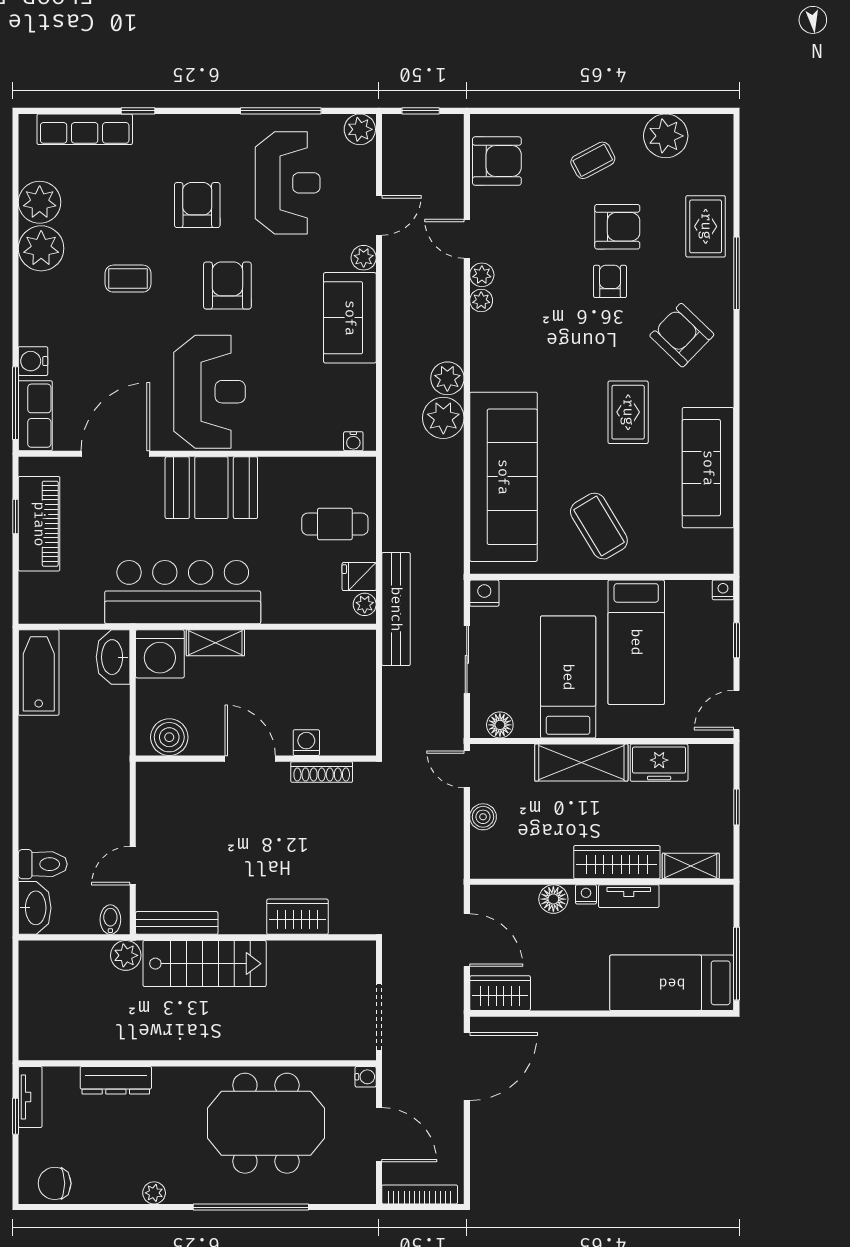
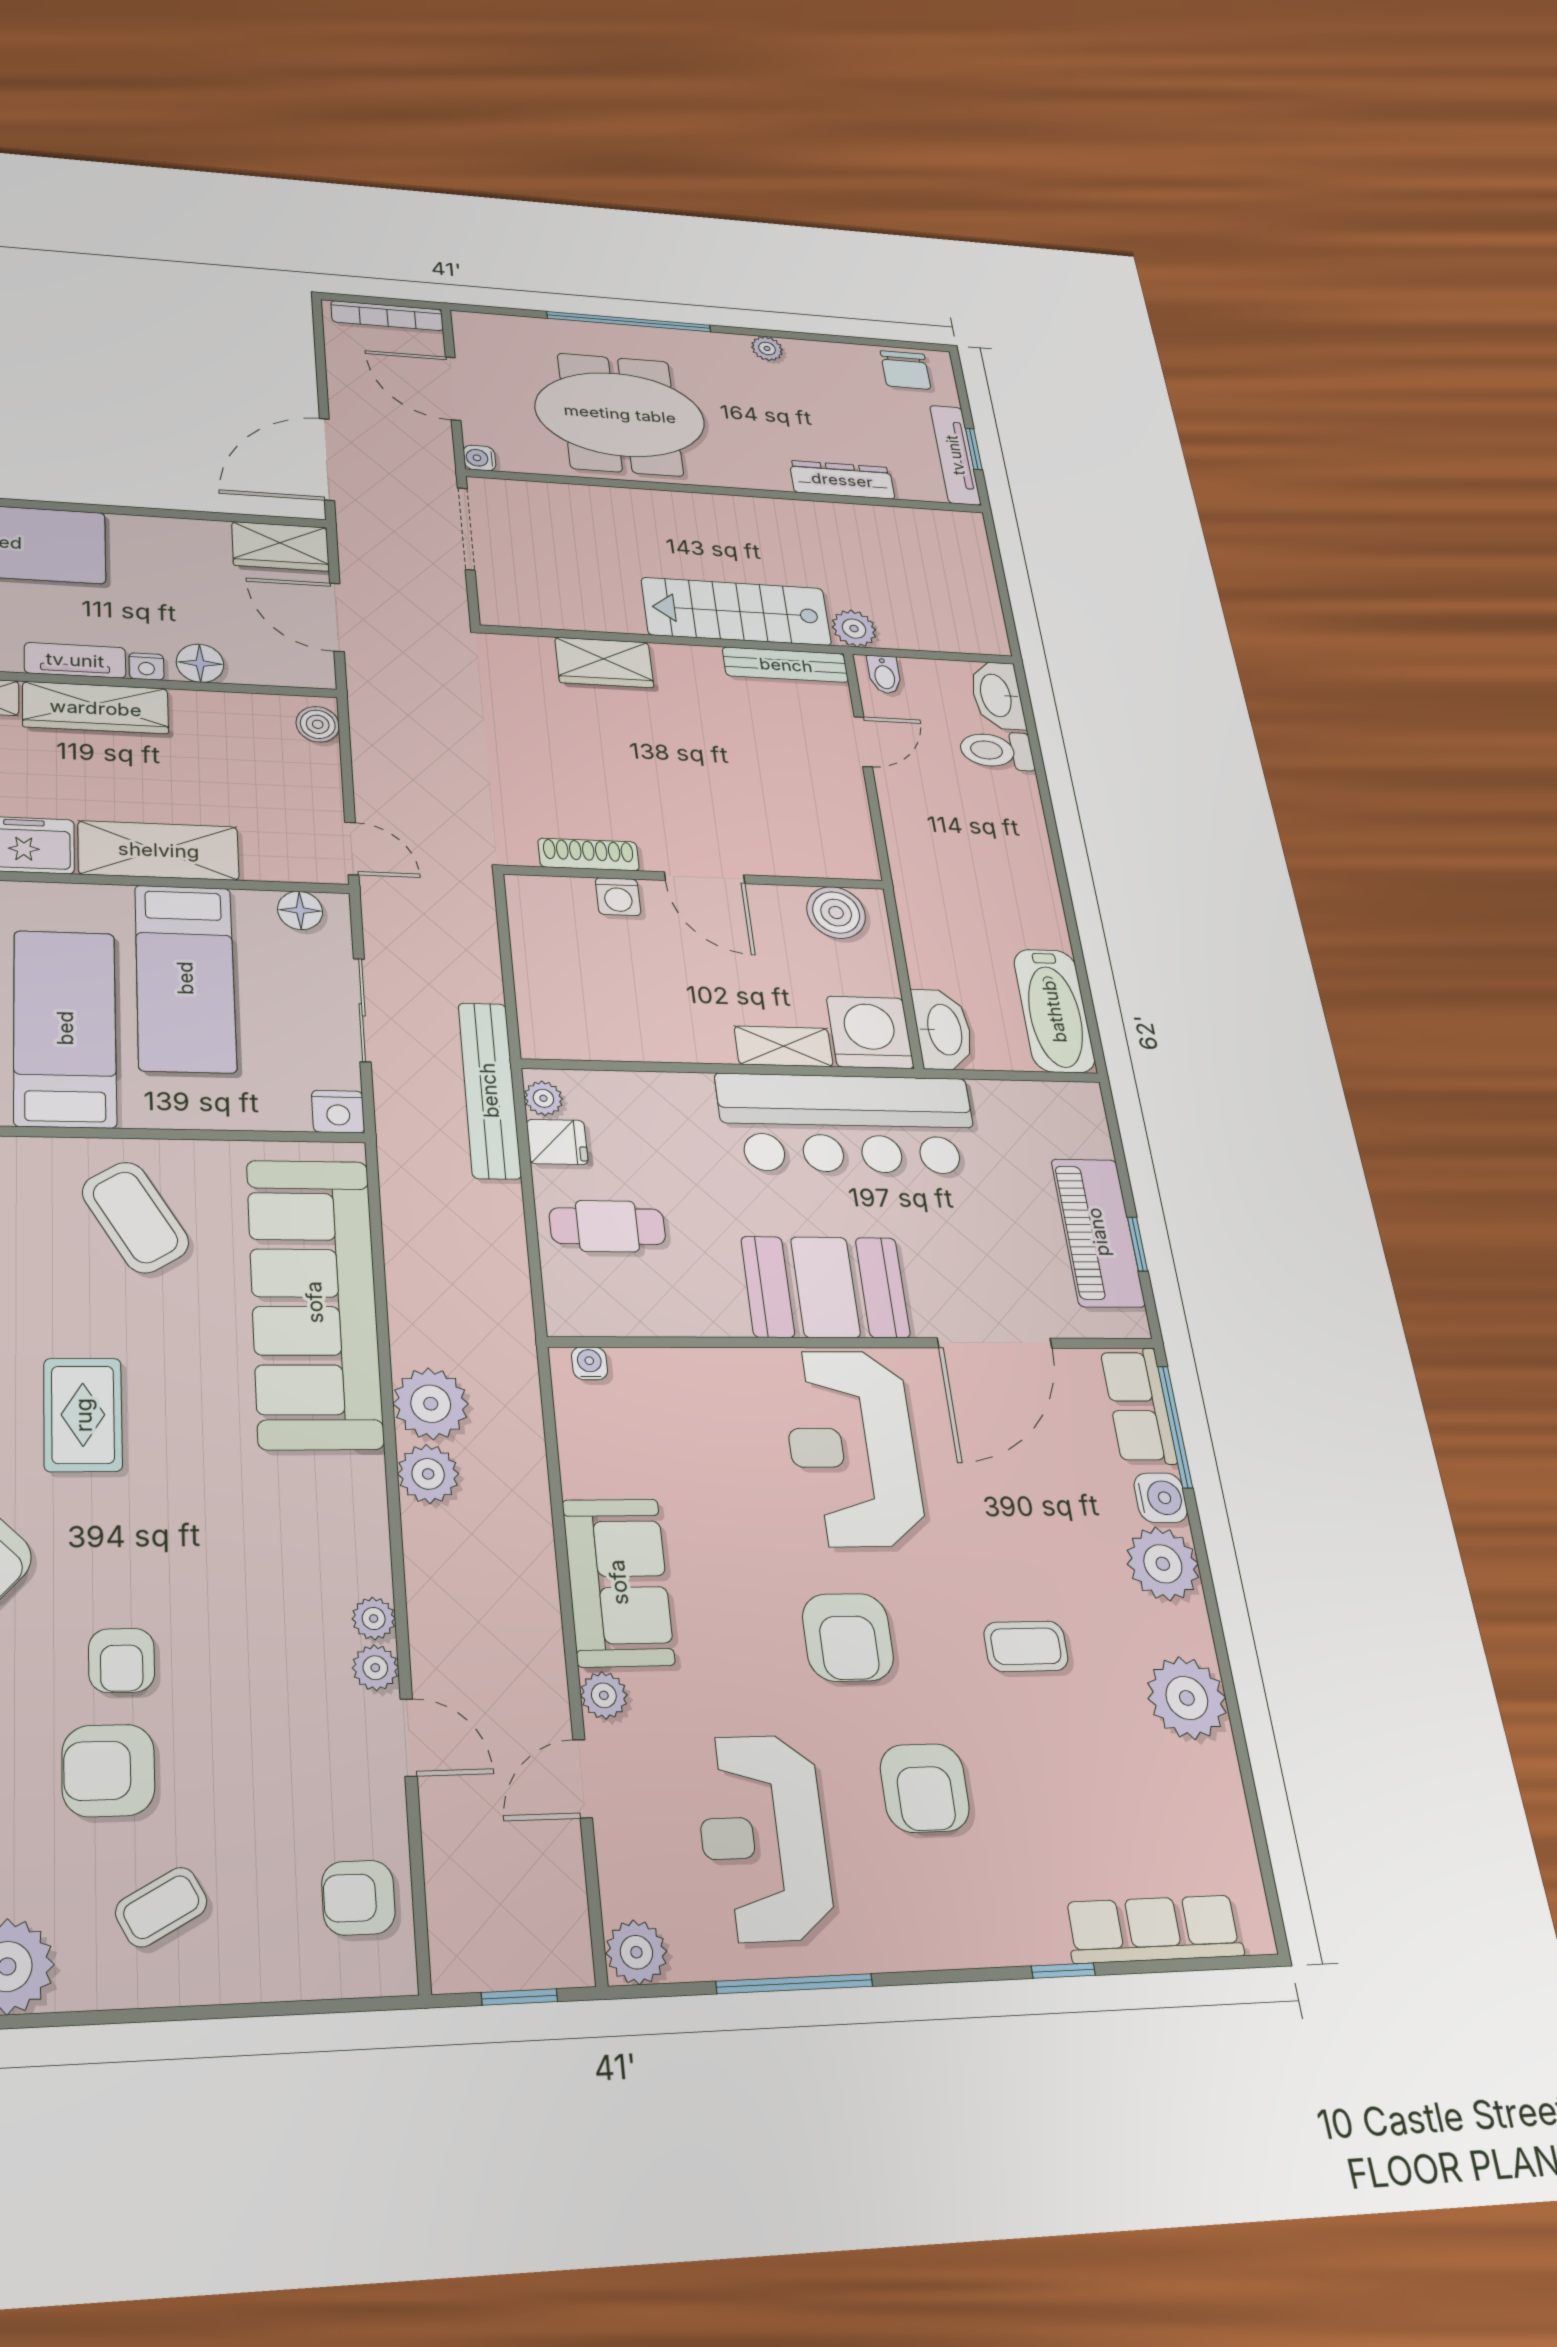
armchair: (497, 161) -> (358, 1898), width x0.72, depth x0.72
plant: (40, 202) -> (1163, 1564), moved
boiler: (483, 817) -> (318, 724), moved
tv unit: (30, 1097) -> (955, 455), width x1.41
chair: (55, 1183) -> (906, 370), turned 90

